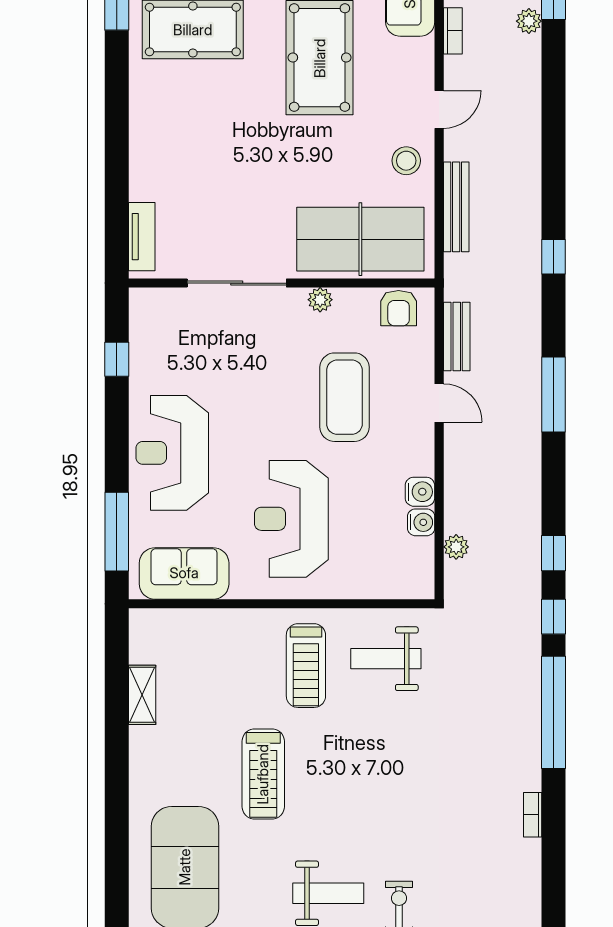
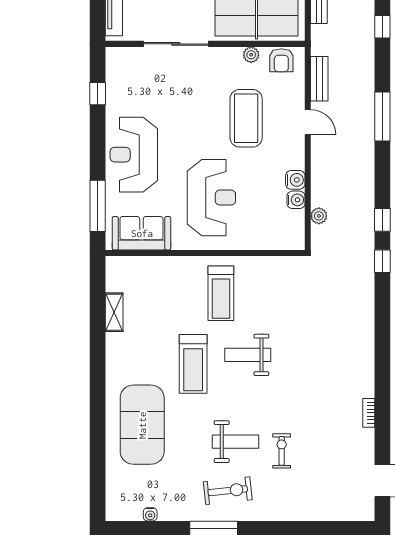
plant: (320, 300) -> (251, 55), moved
reception desk: (291, 519) -> (211, 198), turned 180
weight bench: (386, 659) -> (248, 355), moved
window: (553, 712) -> (382, 324), removed
bookcase: (533, 815) -> (369, 413), moved

